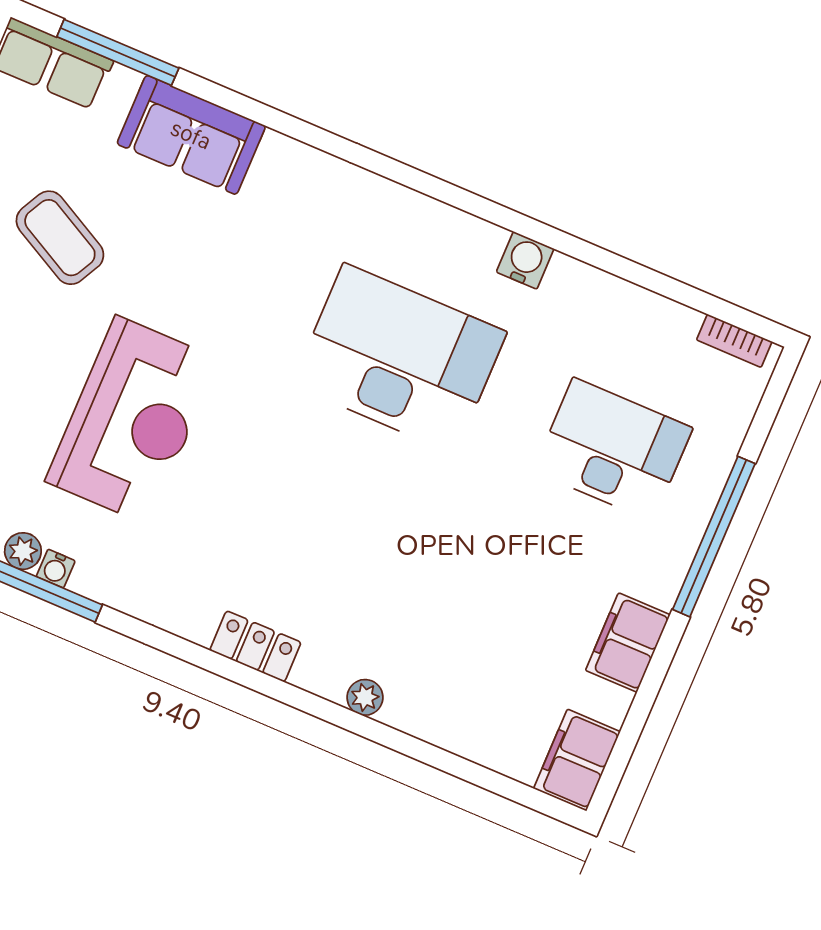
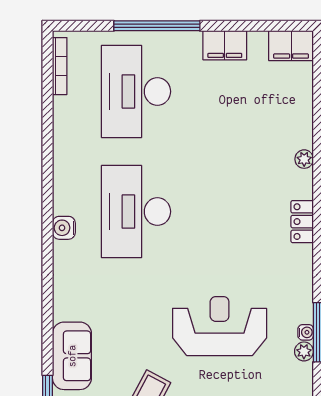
water cooler: (525, 260) -> (64, 228), moved
bookcase: (734, 341) -> (60, 66), width x1.56
desk: (613, 449) -> (136, 91), width x1.36, depth x1.30

